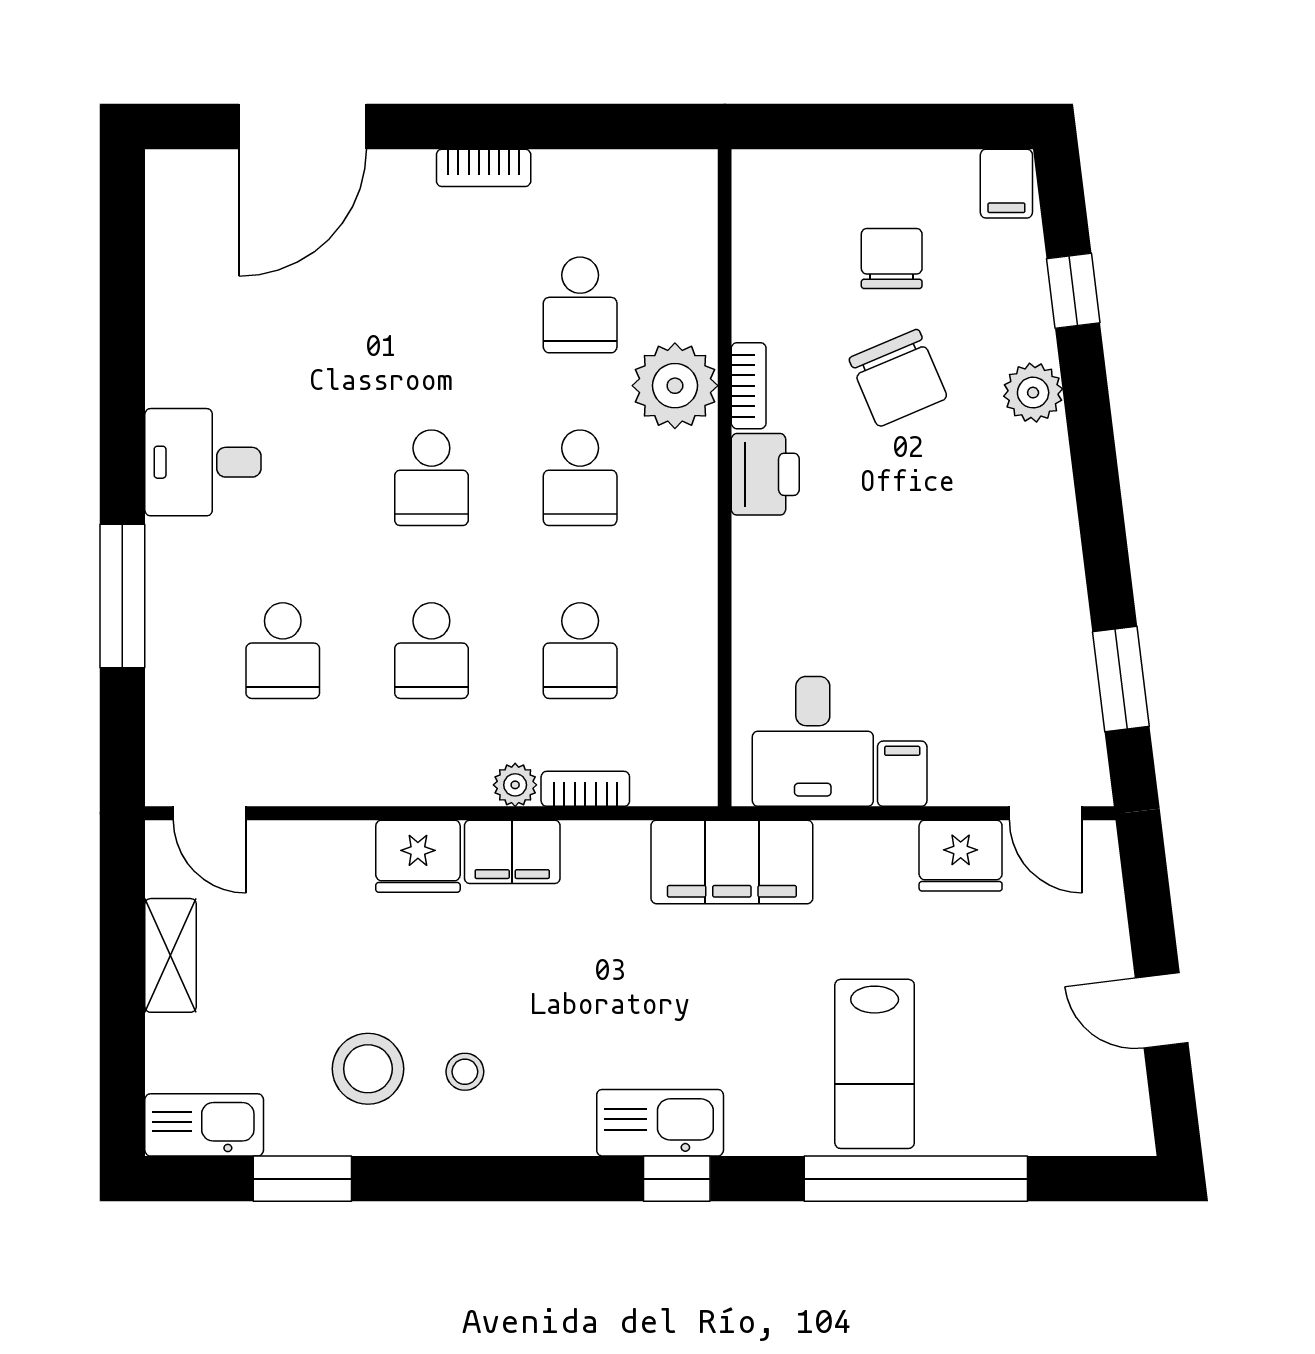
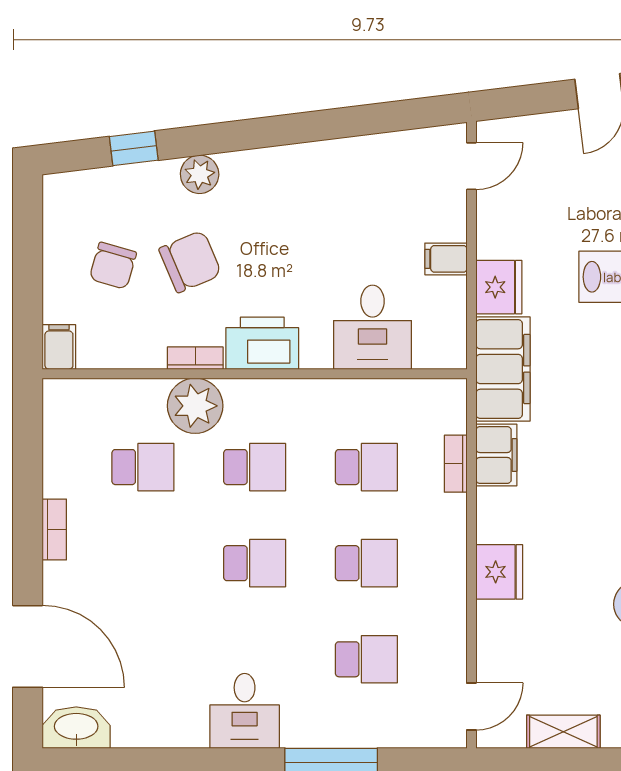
filing cabinet: (1006, 184) -> (59, 347), moved, turned -90
washbasin: (177, 202) -> (76, 728), added
chair: (892, 258) -> (113, 266), turned -74
printer: (765, 474) -> (262, 343), width x1.37, depth x1.19
window: (1121, 679) -> (385, 118), removed
desk: (813, 741) -> (373, 327), moved, turned 90
plant: (515, 785) -> (453, 509), removed
filing cabinet: (512, 852) -> (496, 455), moved
fridge: (961, 856) -> (499, 287), moved

